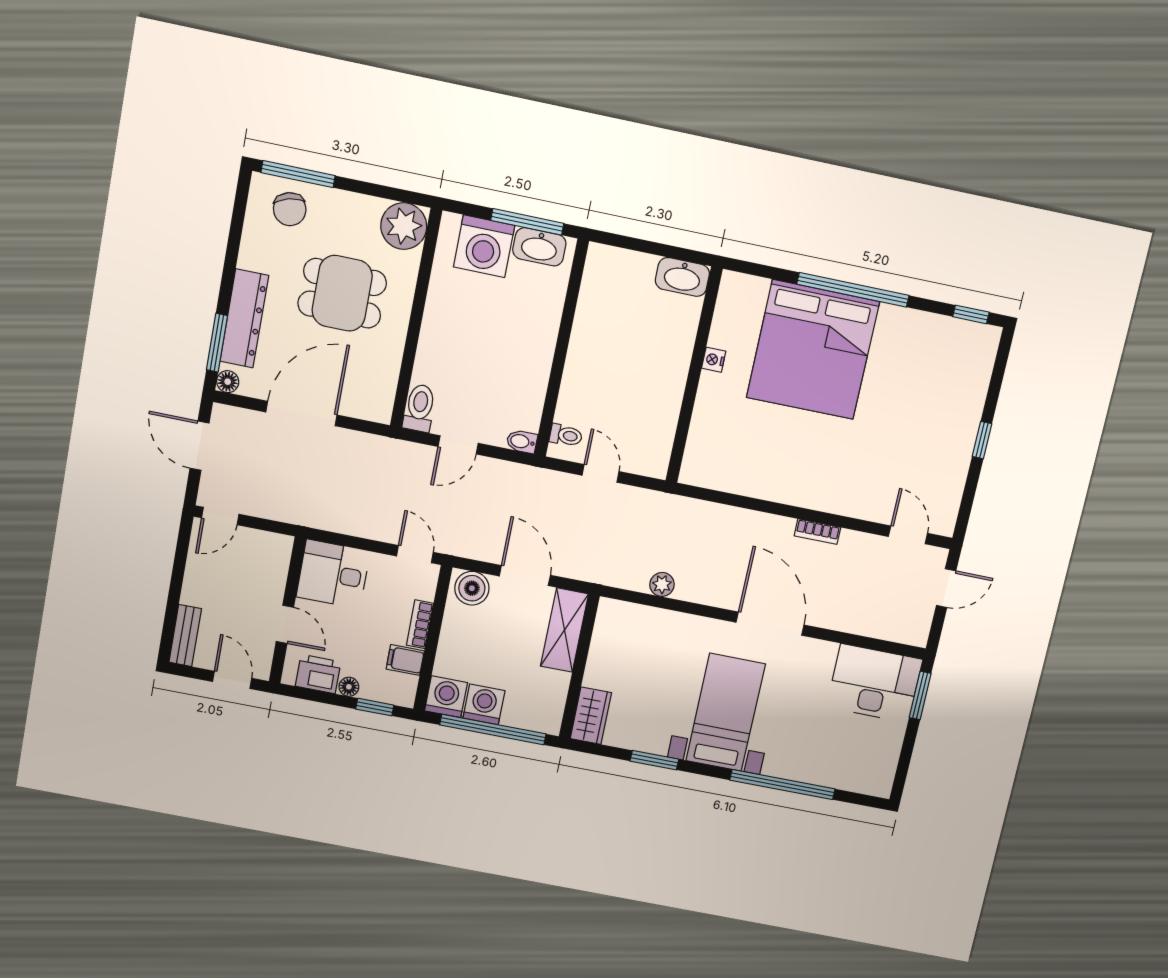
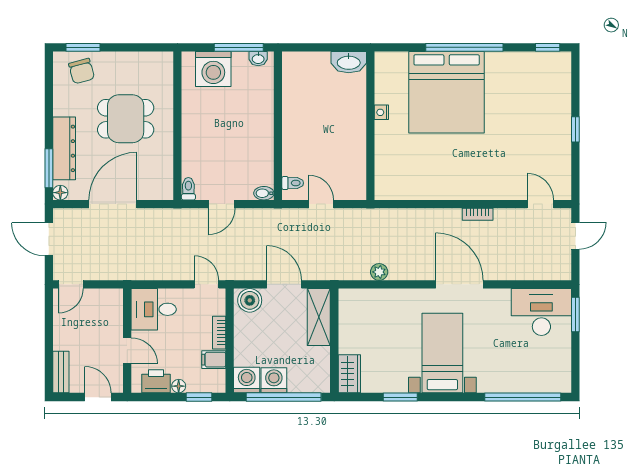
window: (298, 174) -> (83, 47), width x0.69
plant: (404, 226) -> (158, 67), removed
washbasin: (539, 247) -> (258, 59), width x0.52, depth x0.69
toilet: (420, 408) -> (188, 189), width x0.73, depth x0.72
window: (783, 785) -> (523, 397), moved

